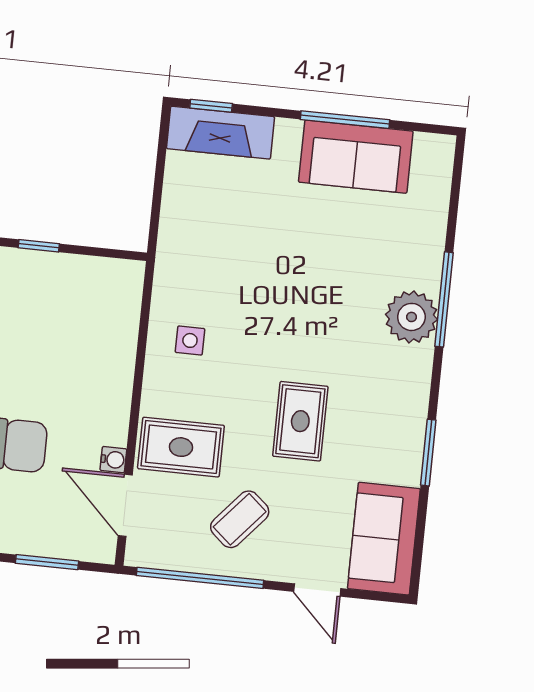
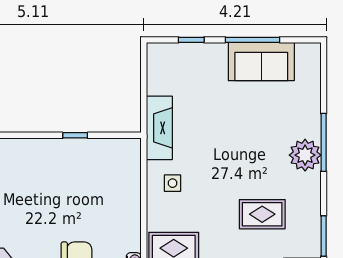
window: (211, 106) -> (191, 40), moved
fireplace: (220, 133) -> (159, 128), moved, turned -90
rug: (300, 421) -> (262, 214), moved, turned 90

